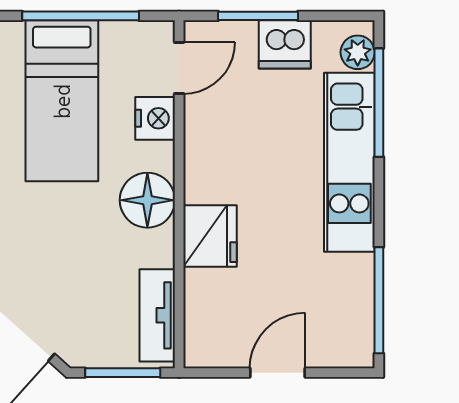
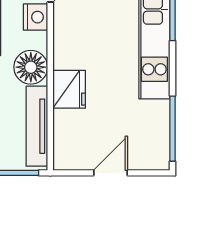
tv unit: (157, 315) -> (37, 126), width x1.41

